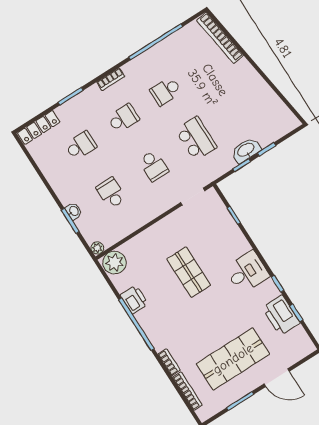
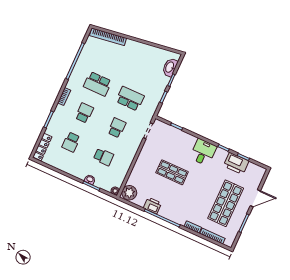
school desk: (166, 91) -> (98, 84), width x1.85
school desk: (81, 146) -> (71, 142), turned 180
washbasin: (246, 150) -> (170, 67), moved
school desk: (154, 166) -> (117, 128), turned -90
school desk: (111, 193) -> (104, 157), turned 180

